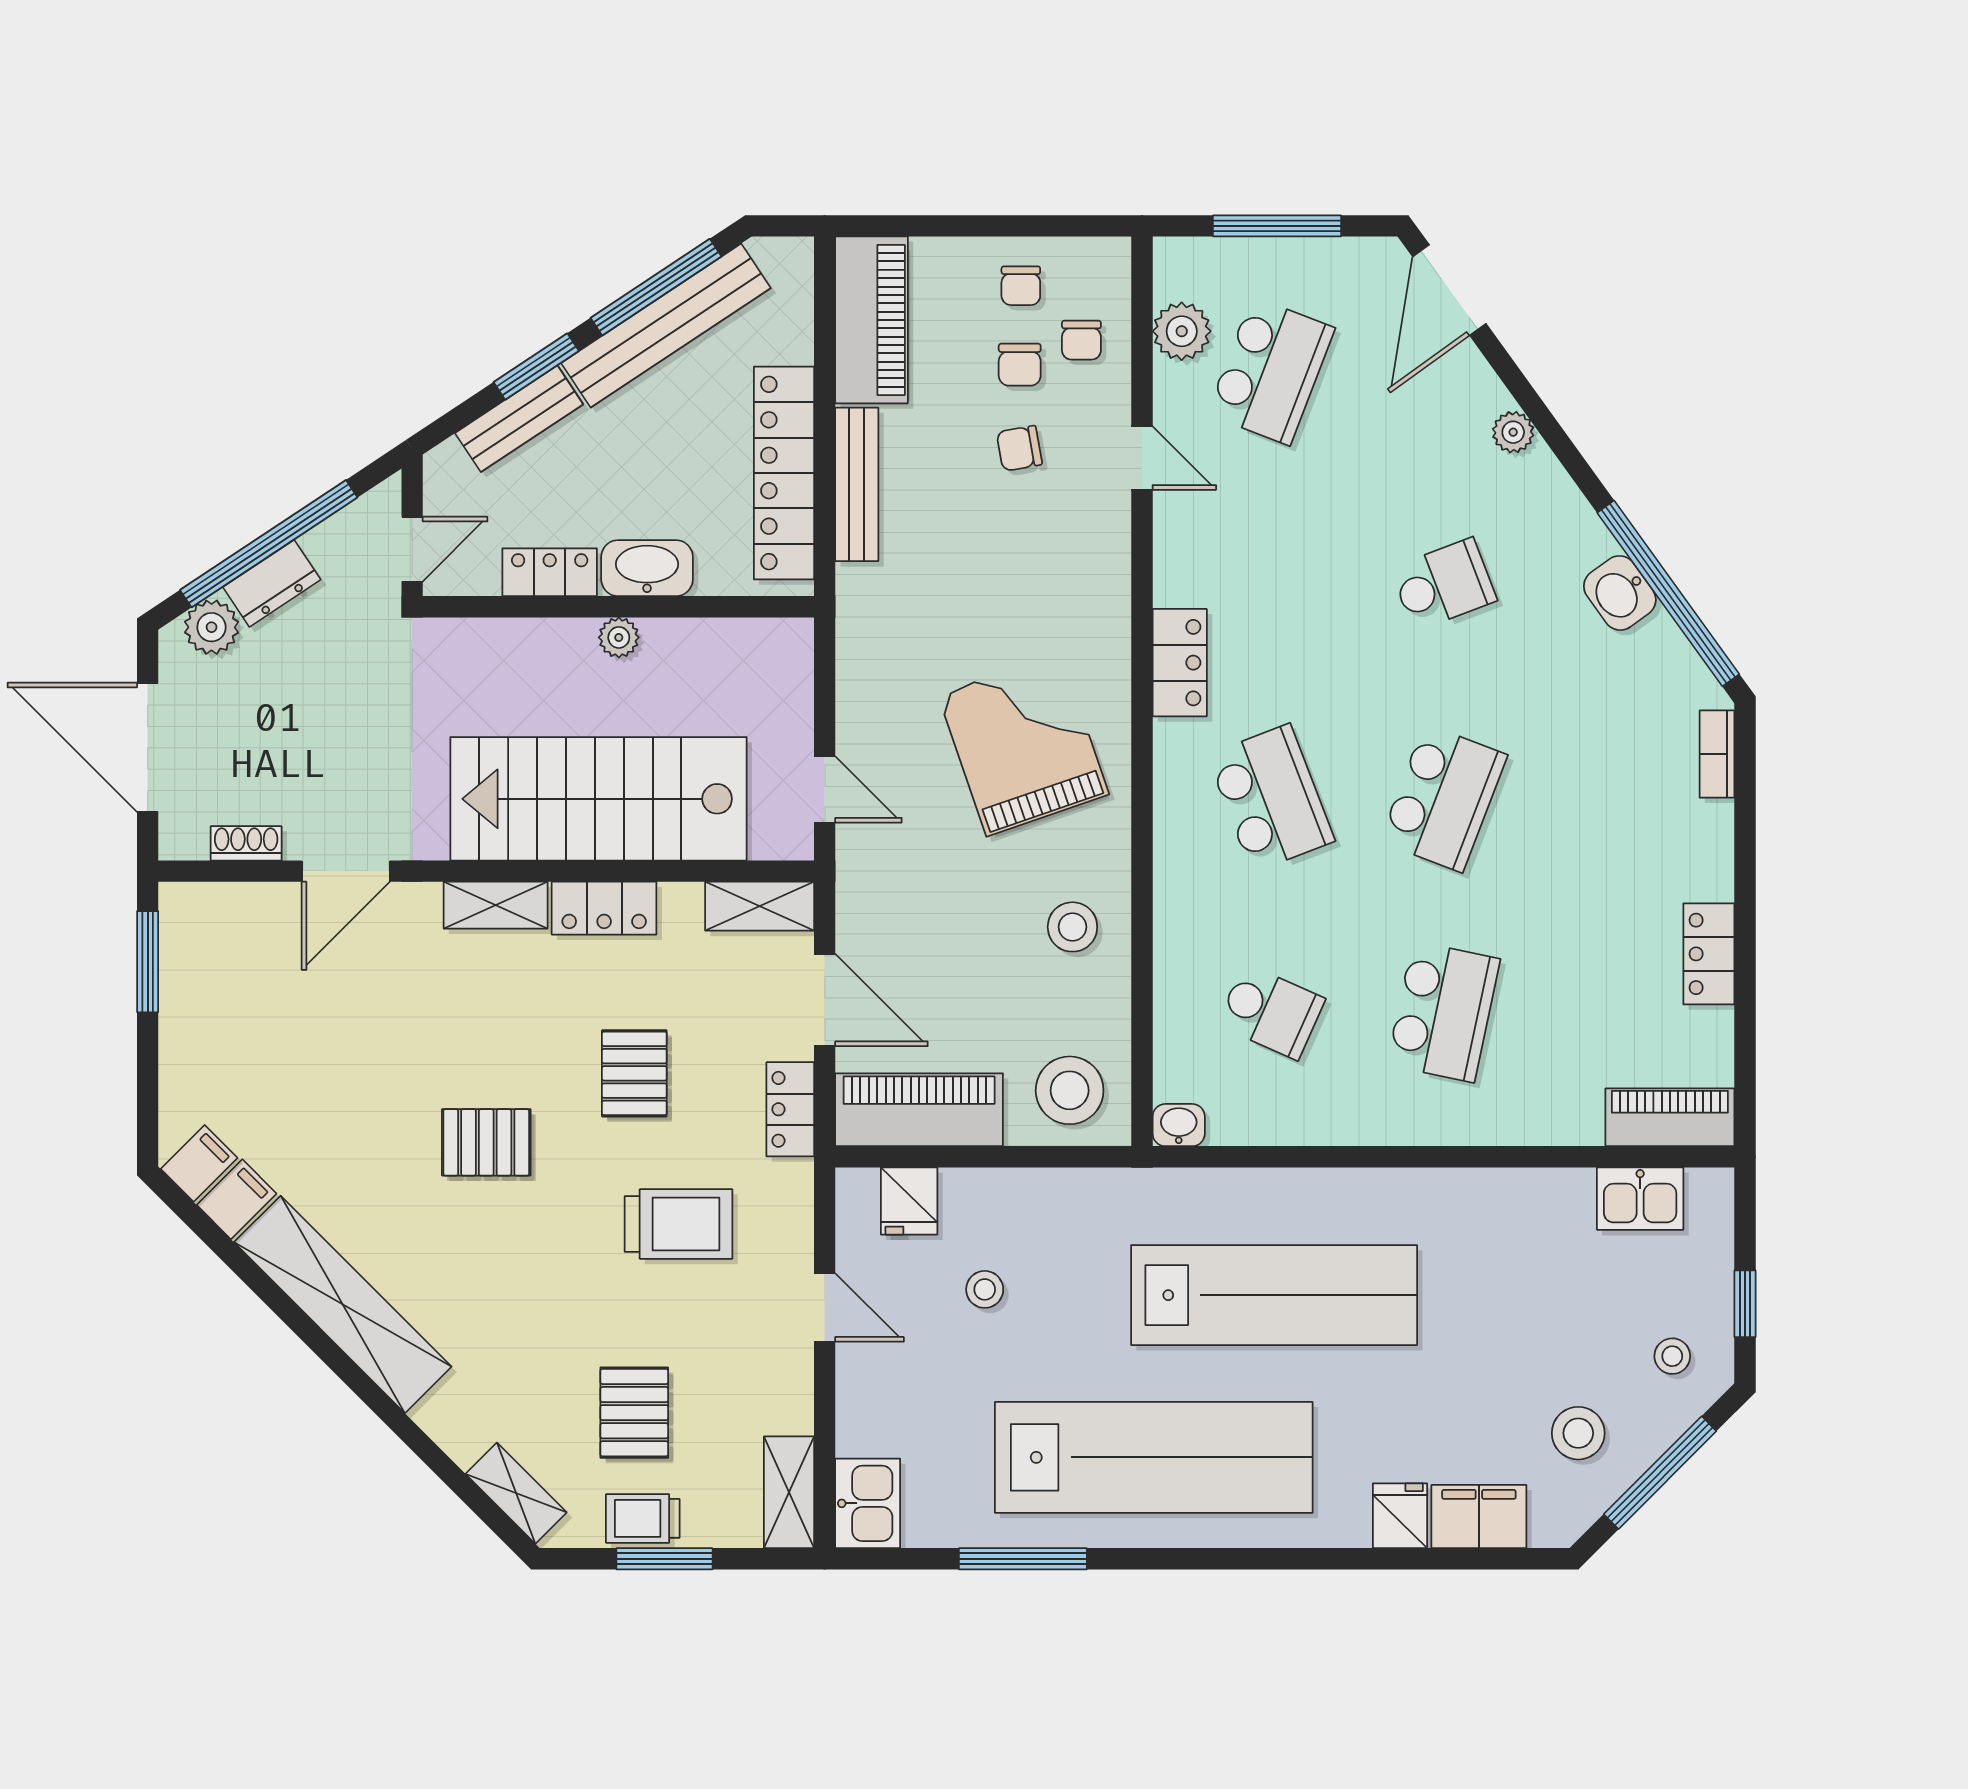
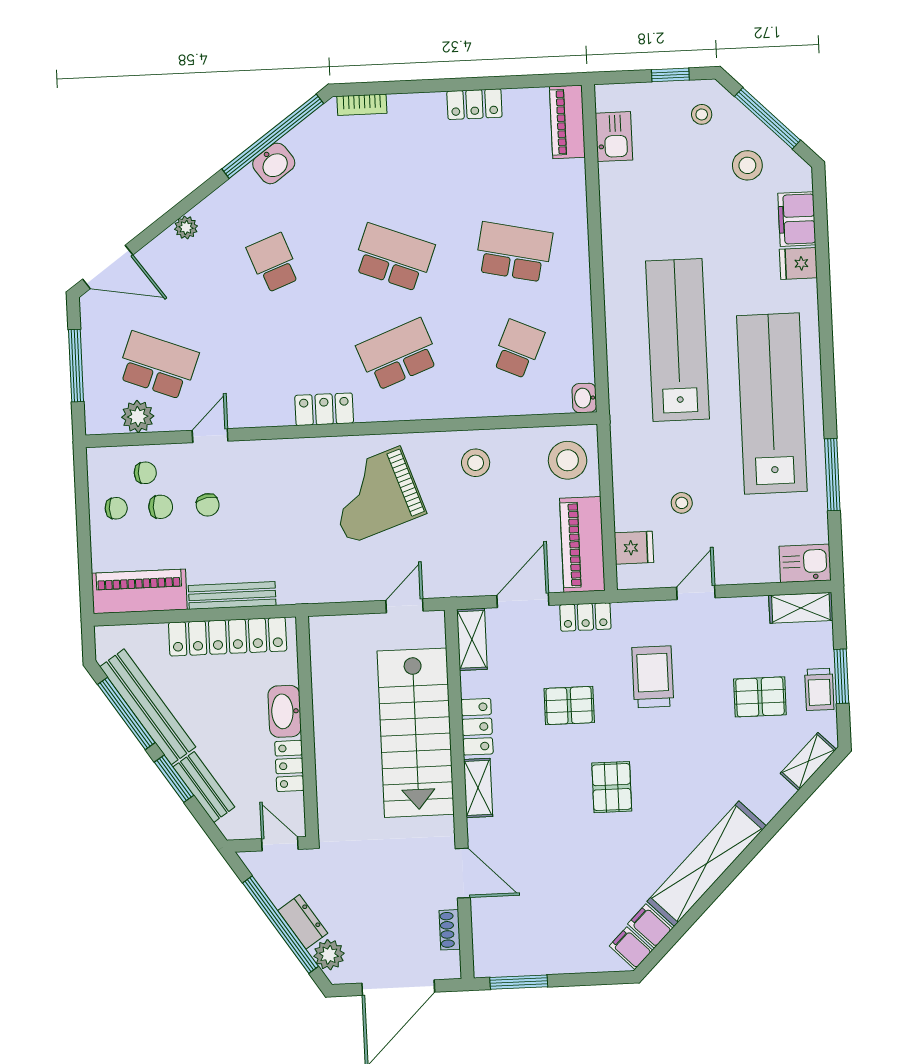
plant: (619, 637) -> (324, 725), removed

